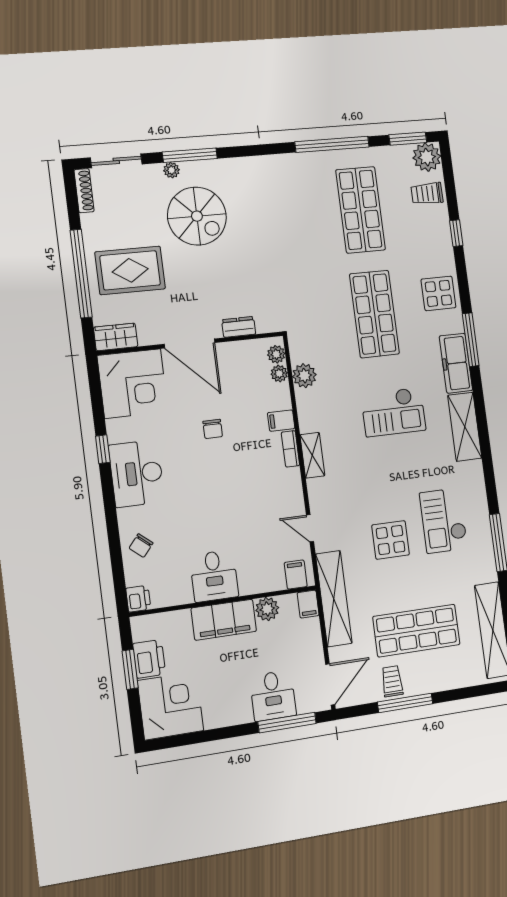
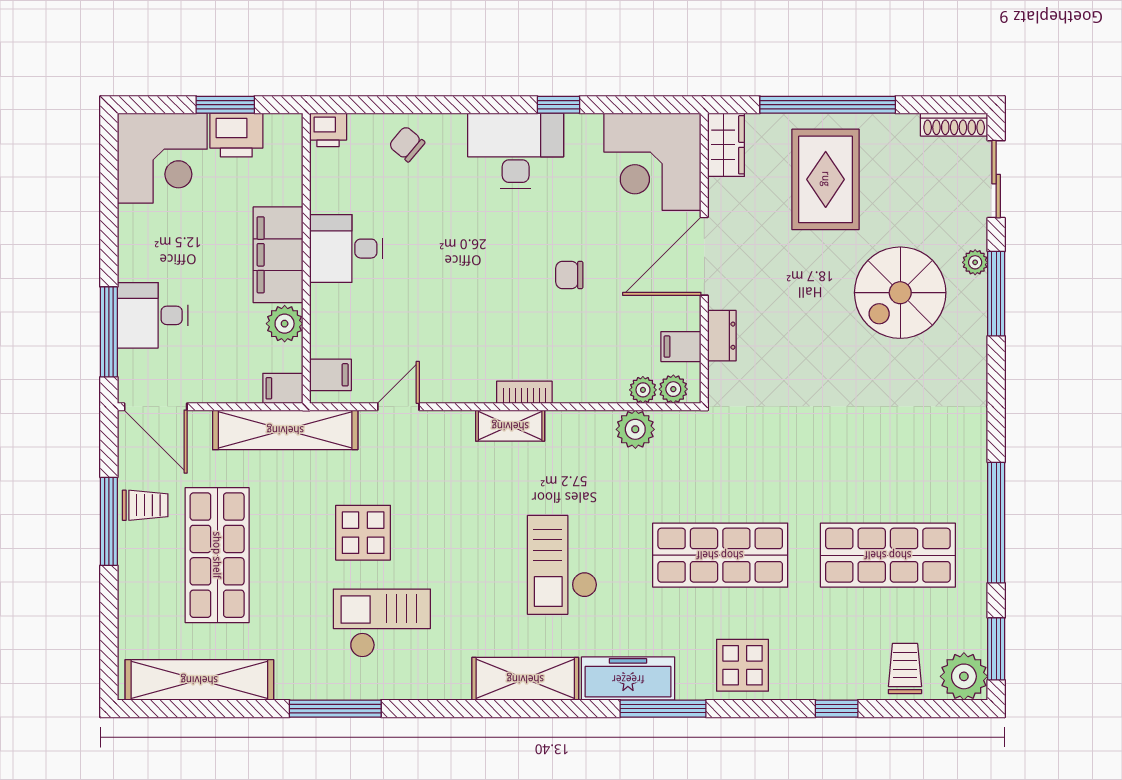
filing cabinet: (281, 421) -> (681, 347), moved, turned -90

